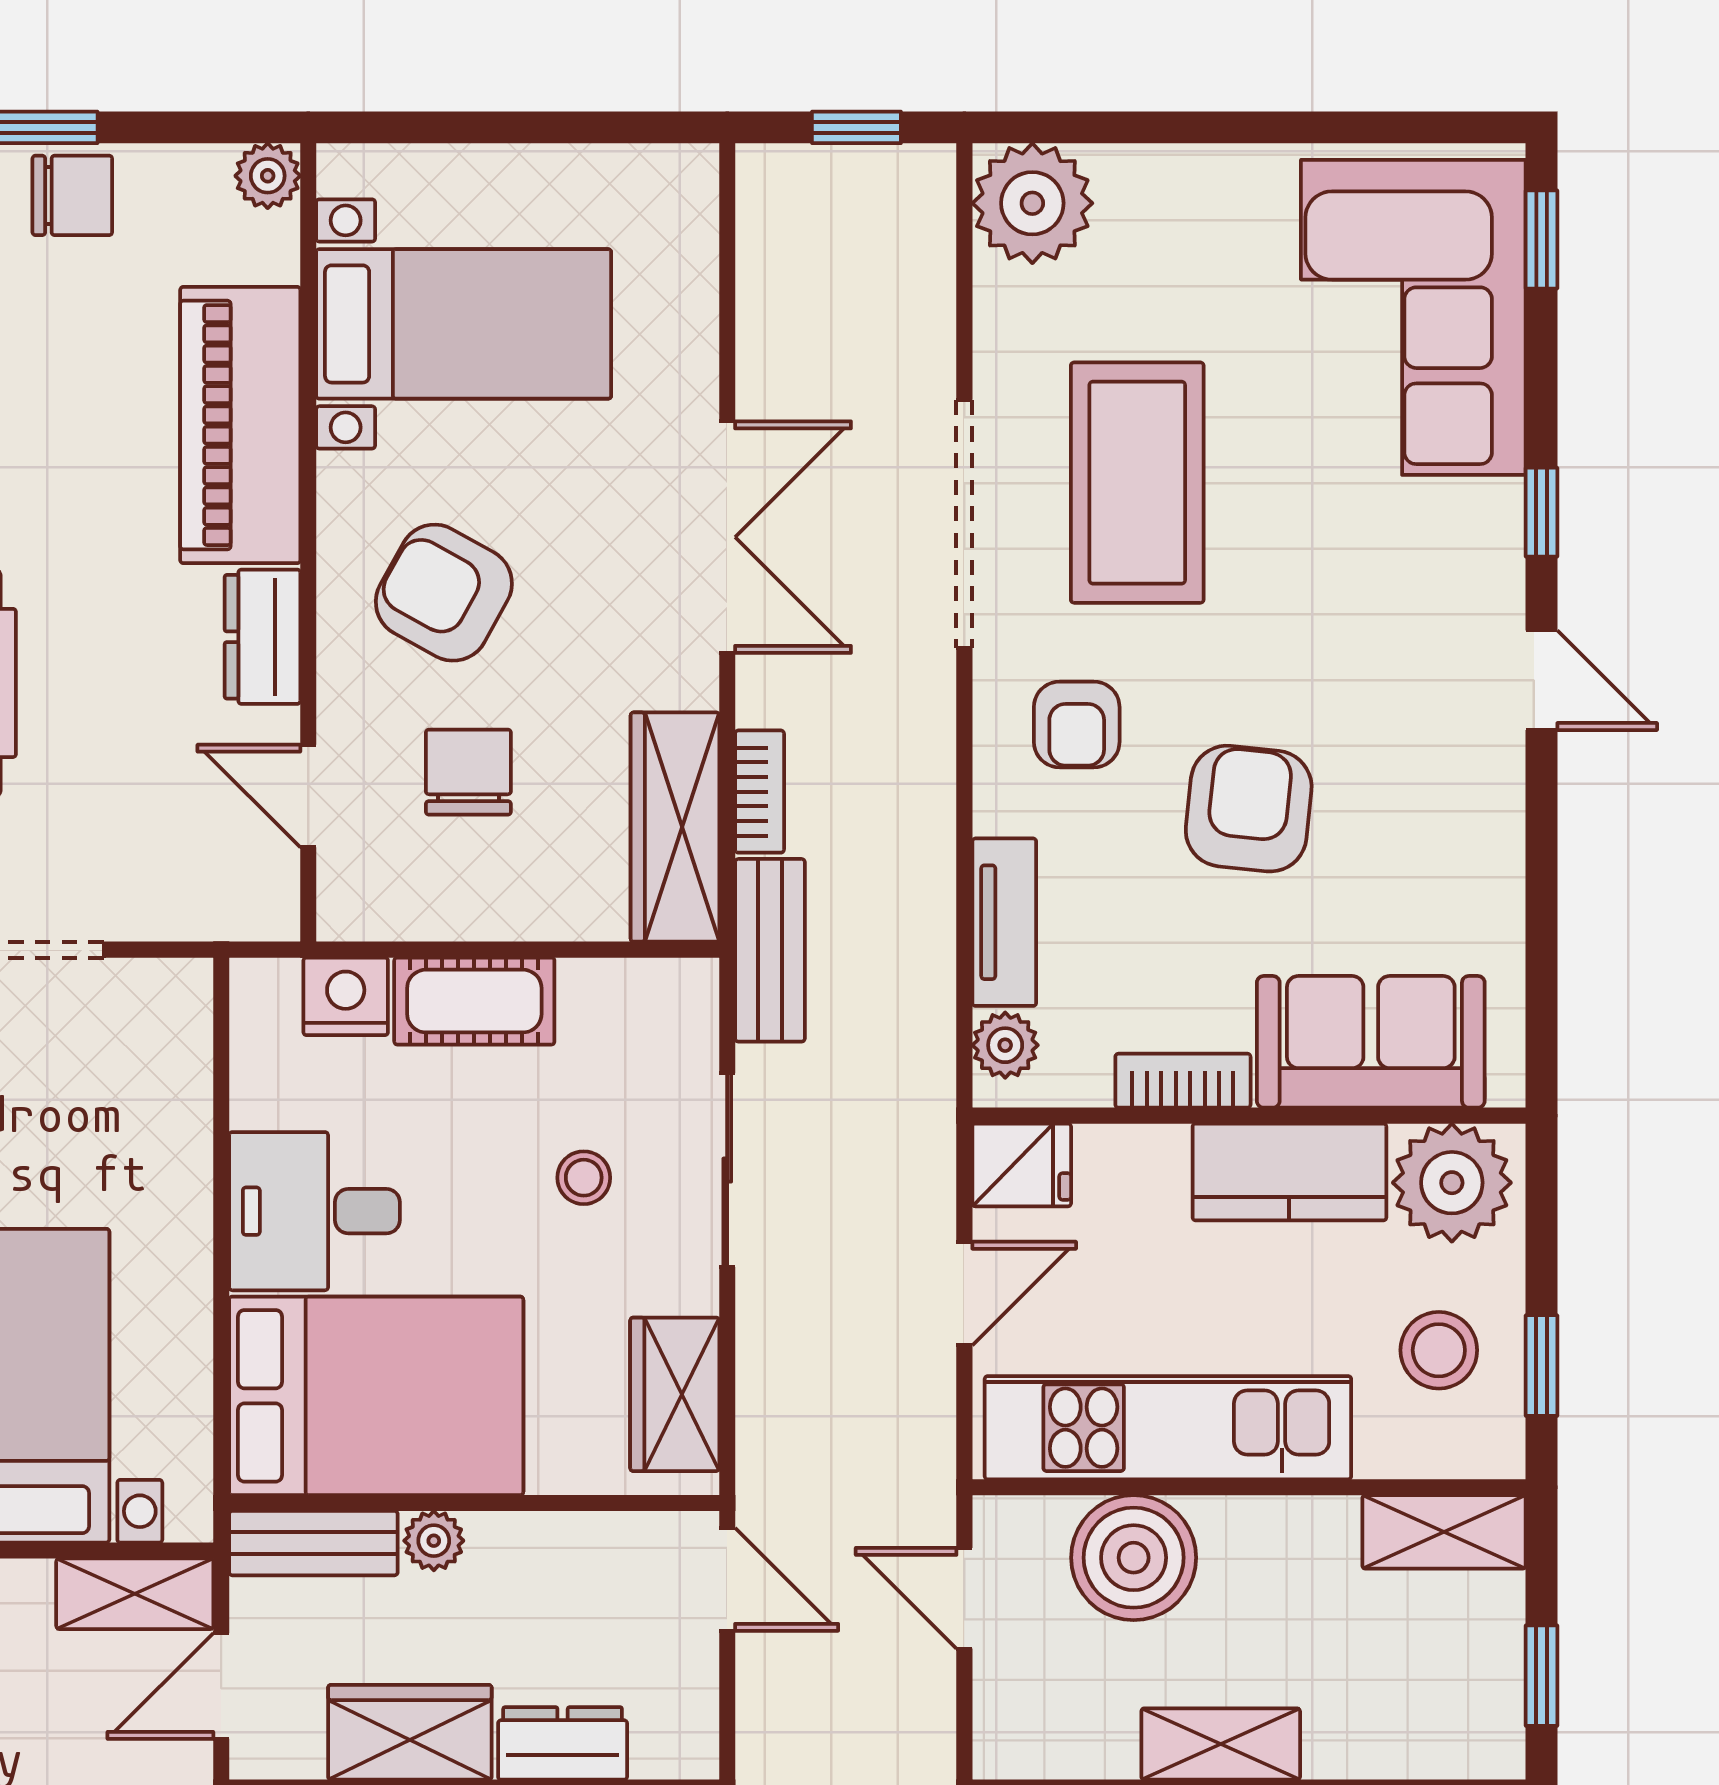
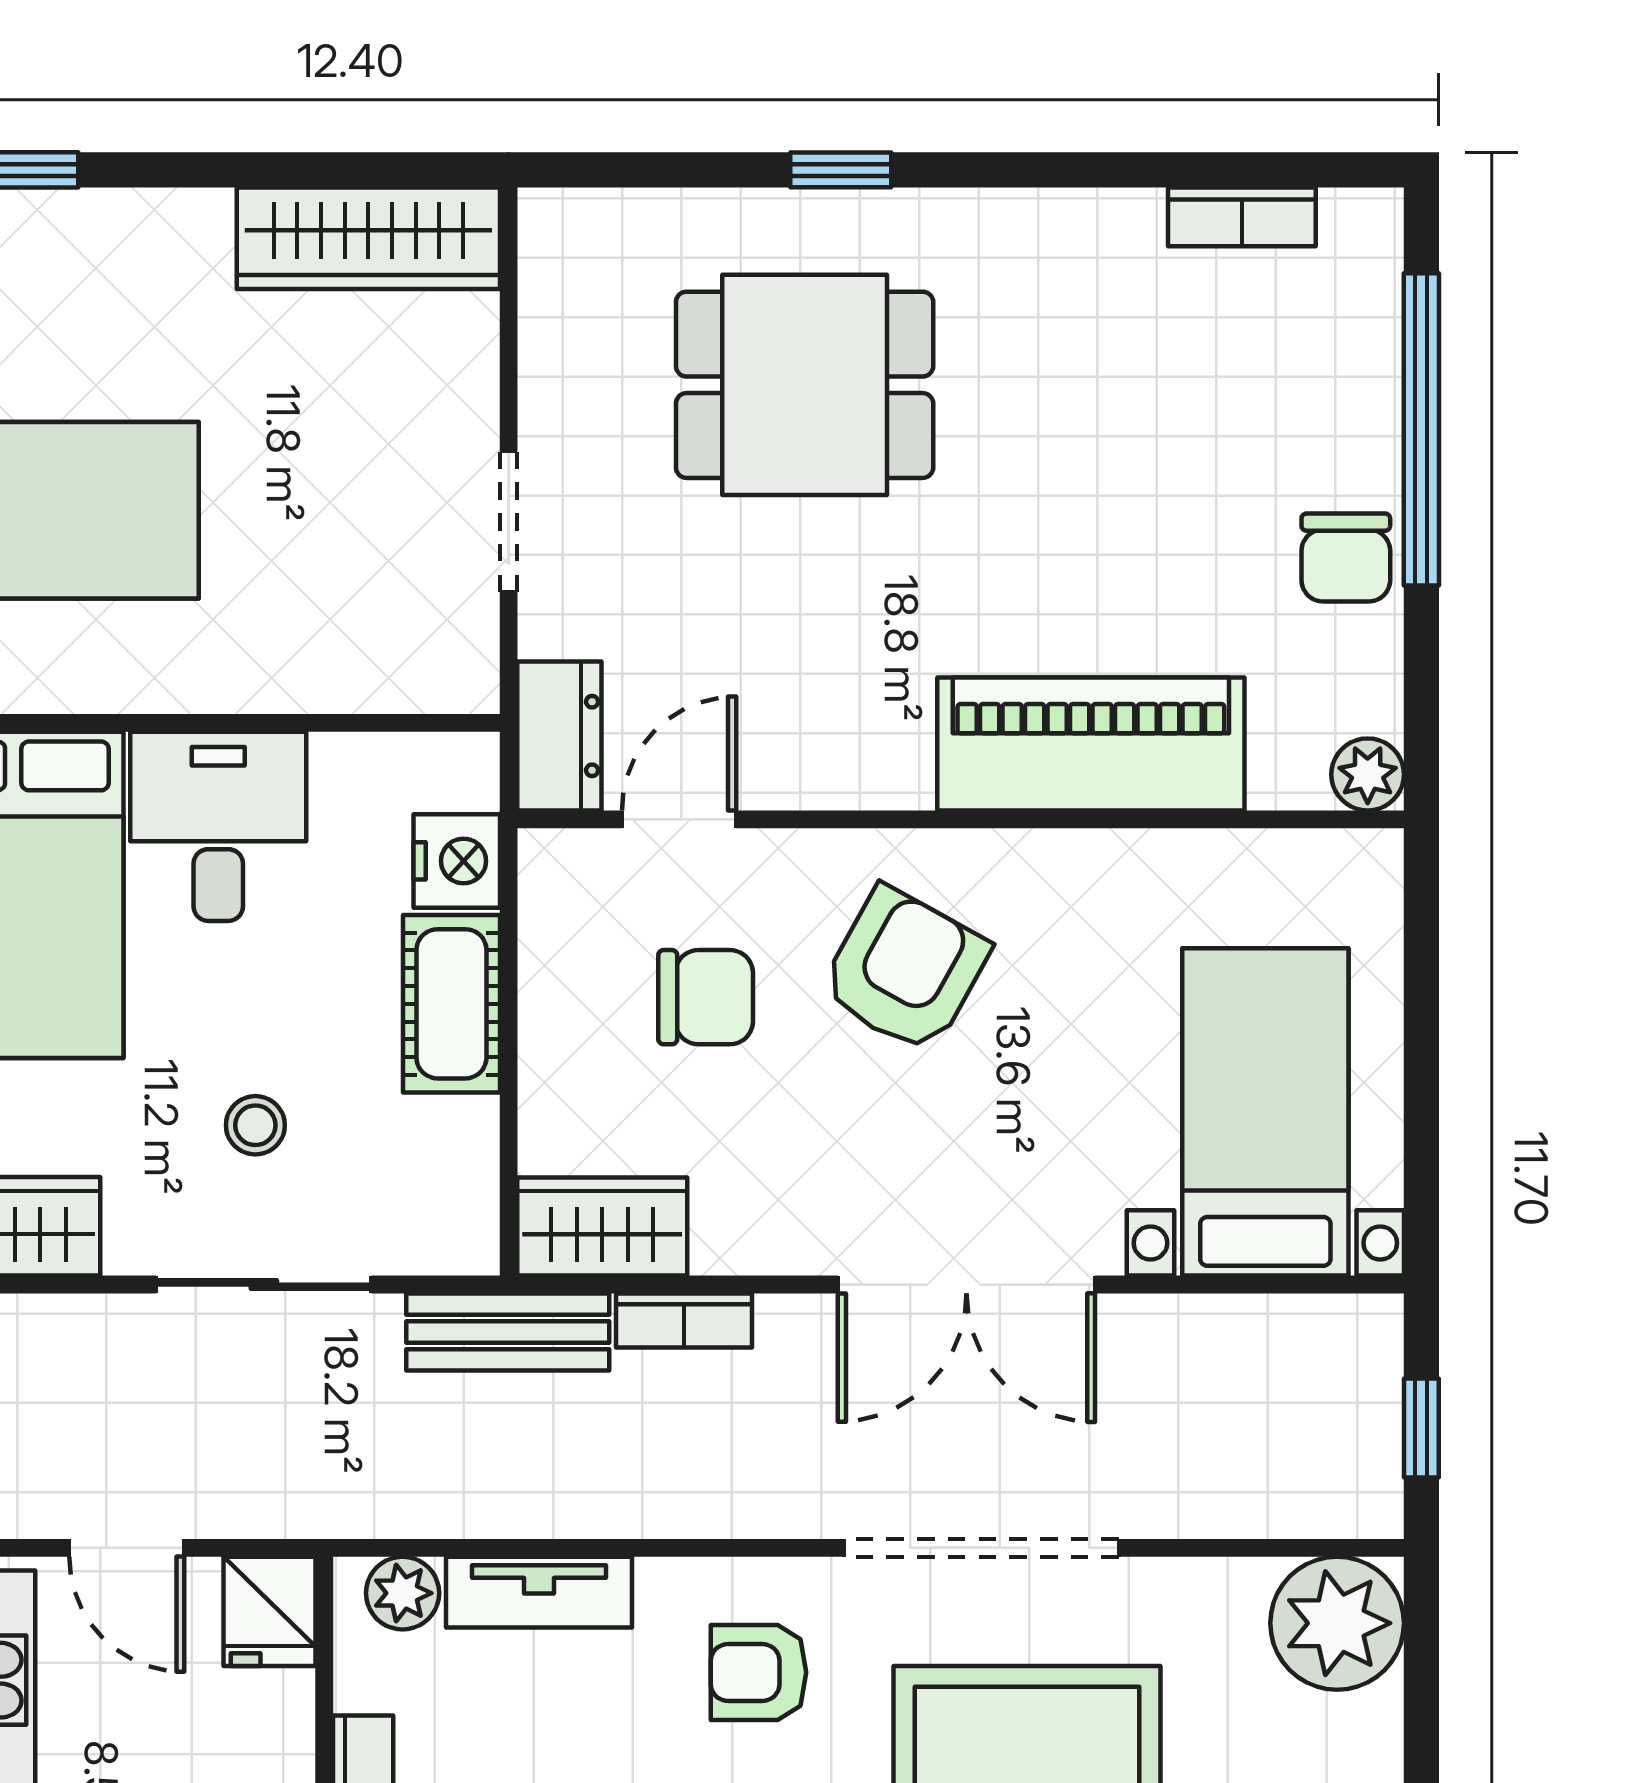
bed with nightstands: (464, 324) -> (1265, 1112), moved, turned 180
dresser: (262, 637) -> (559, 736), moved, turned 90
wardrobe: (675, 827) -> (602, 1227), width x0.67

